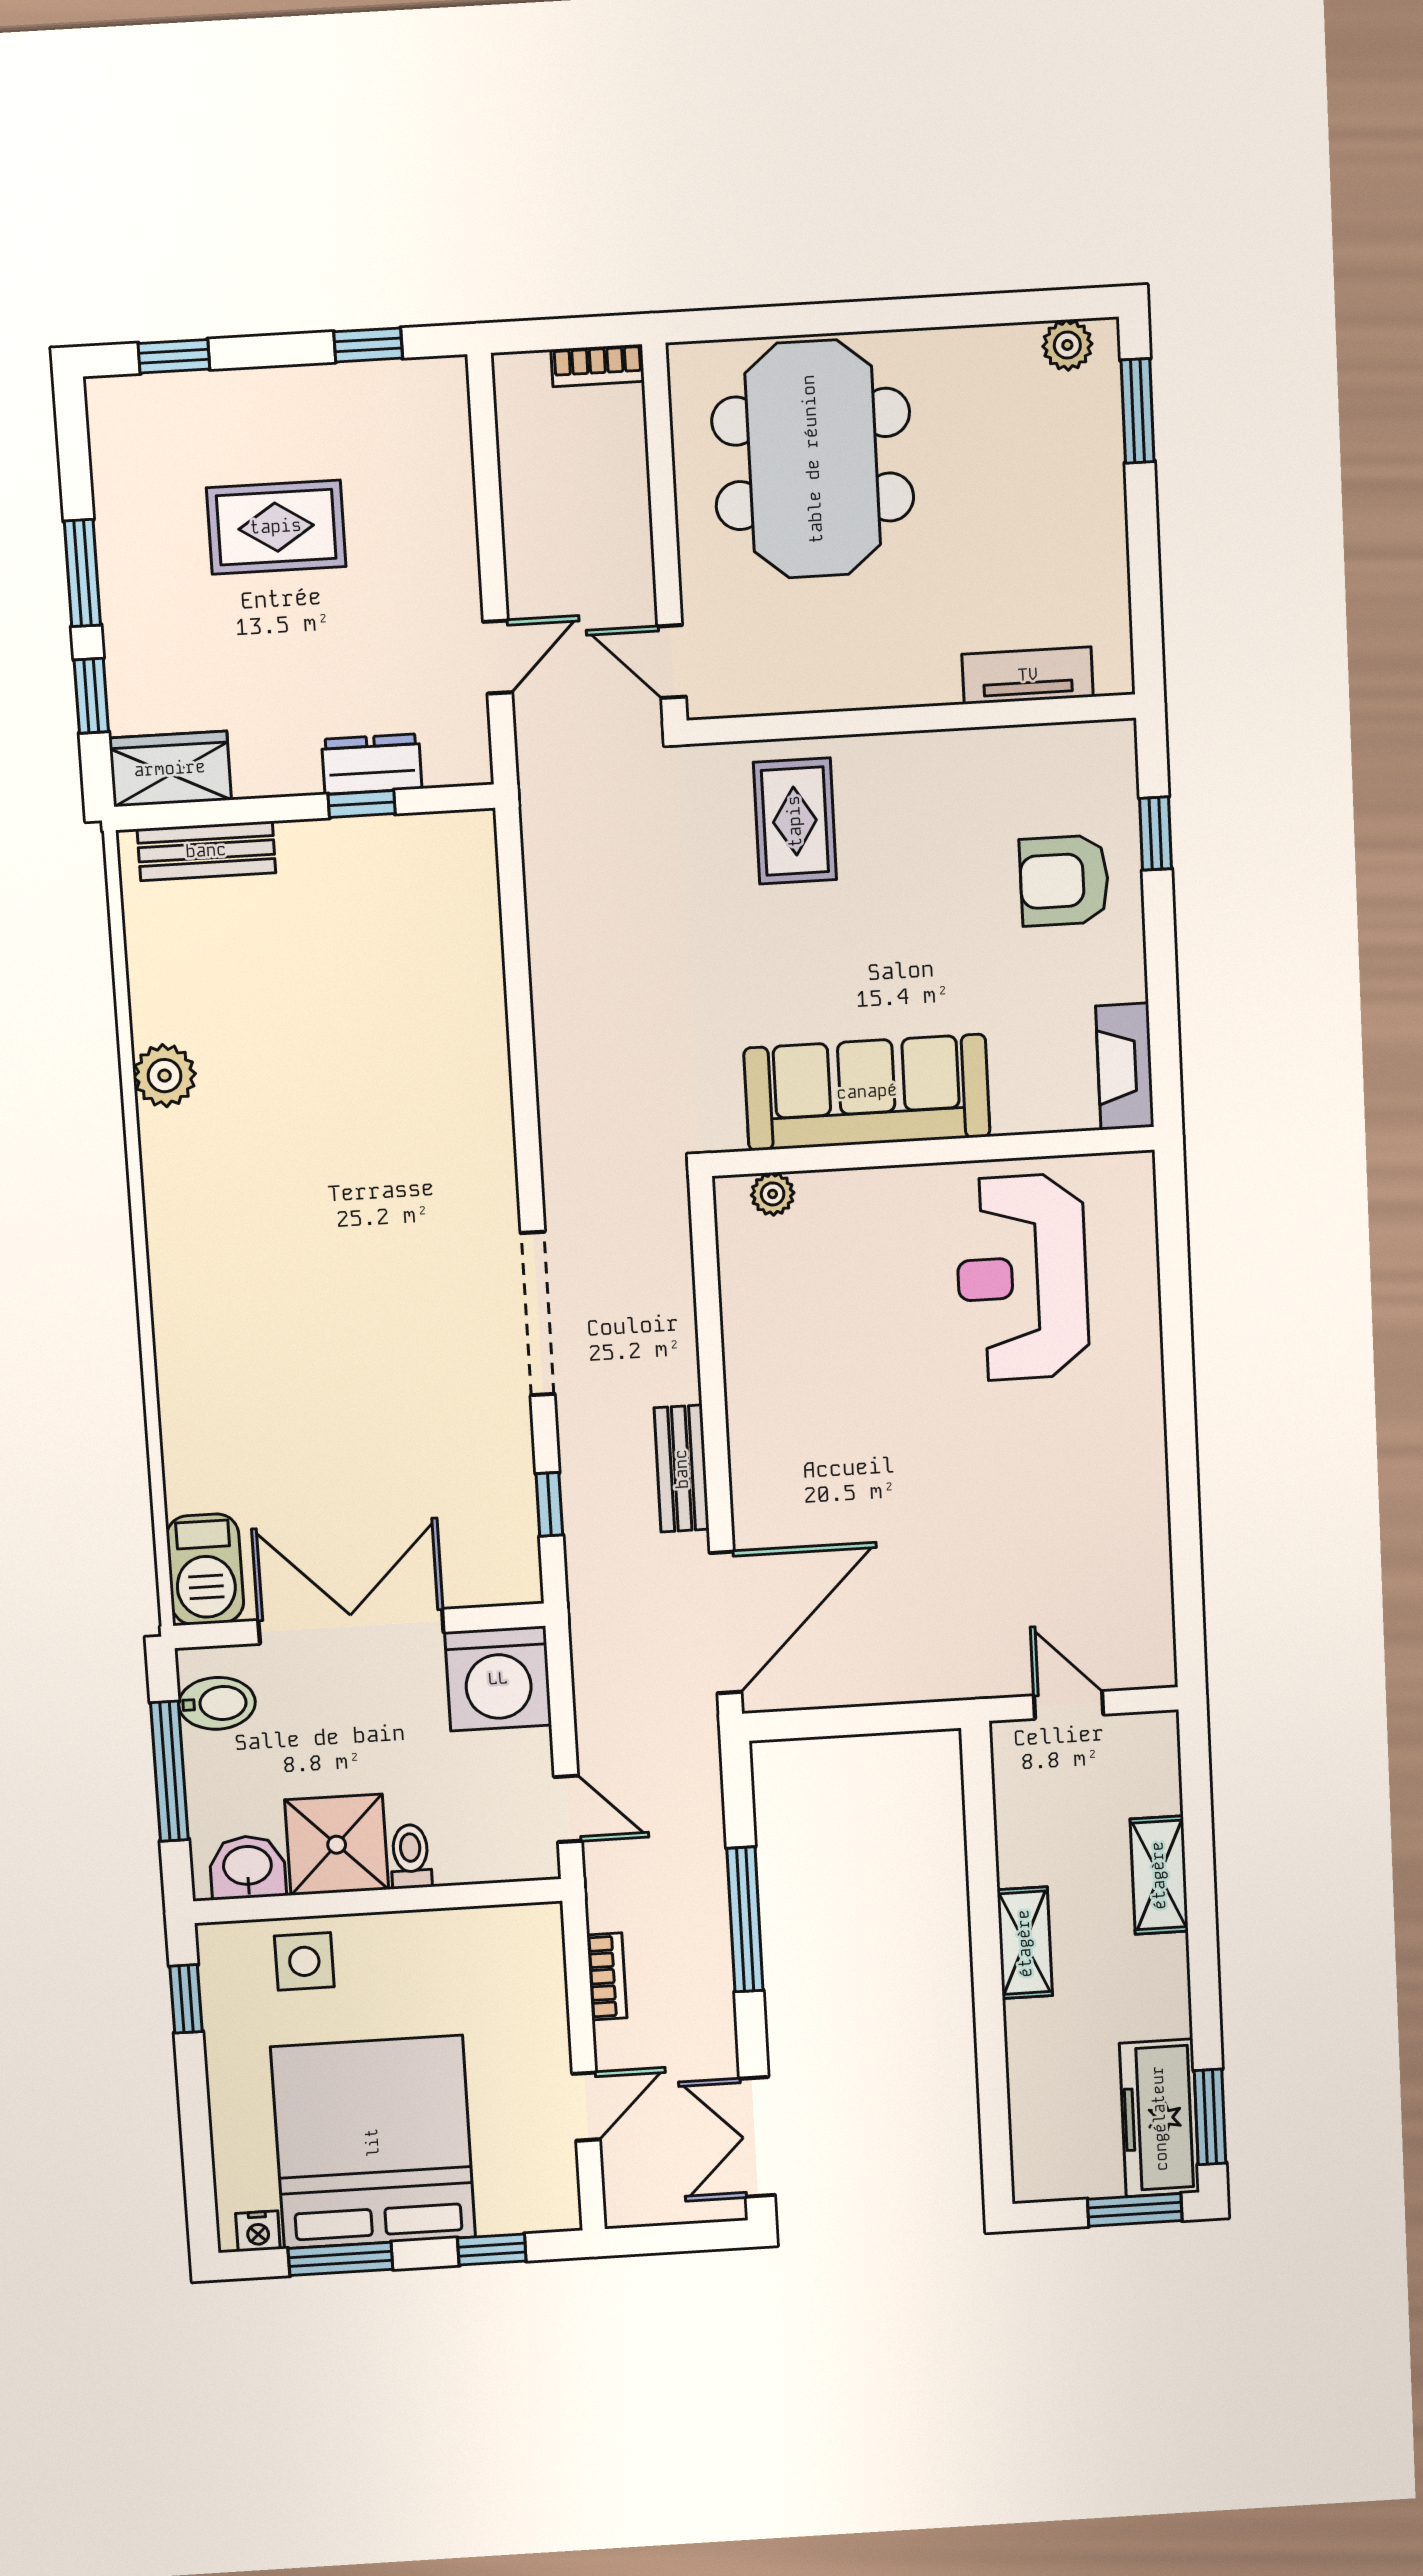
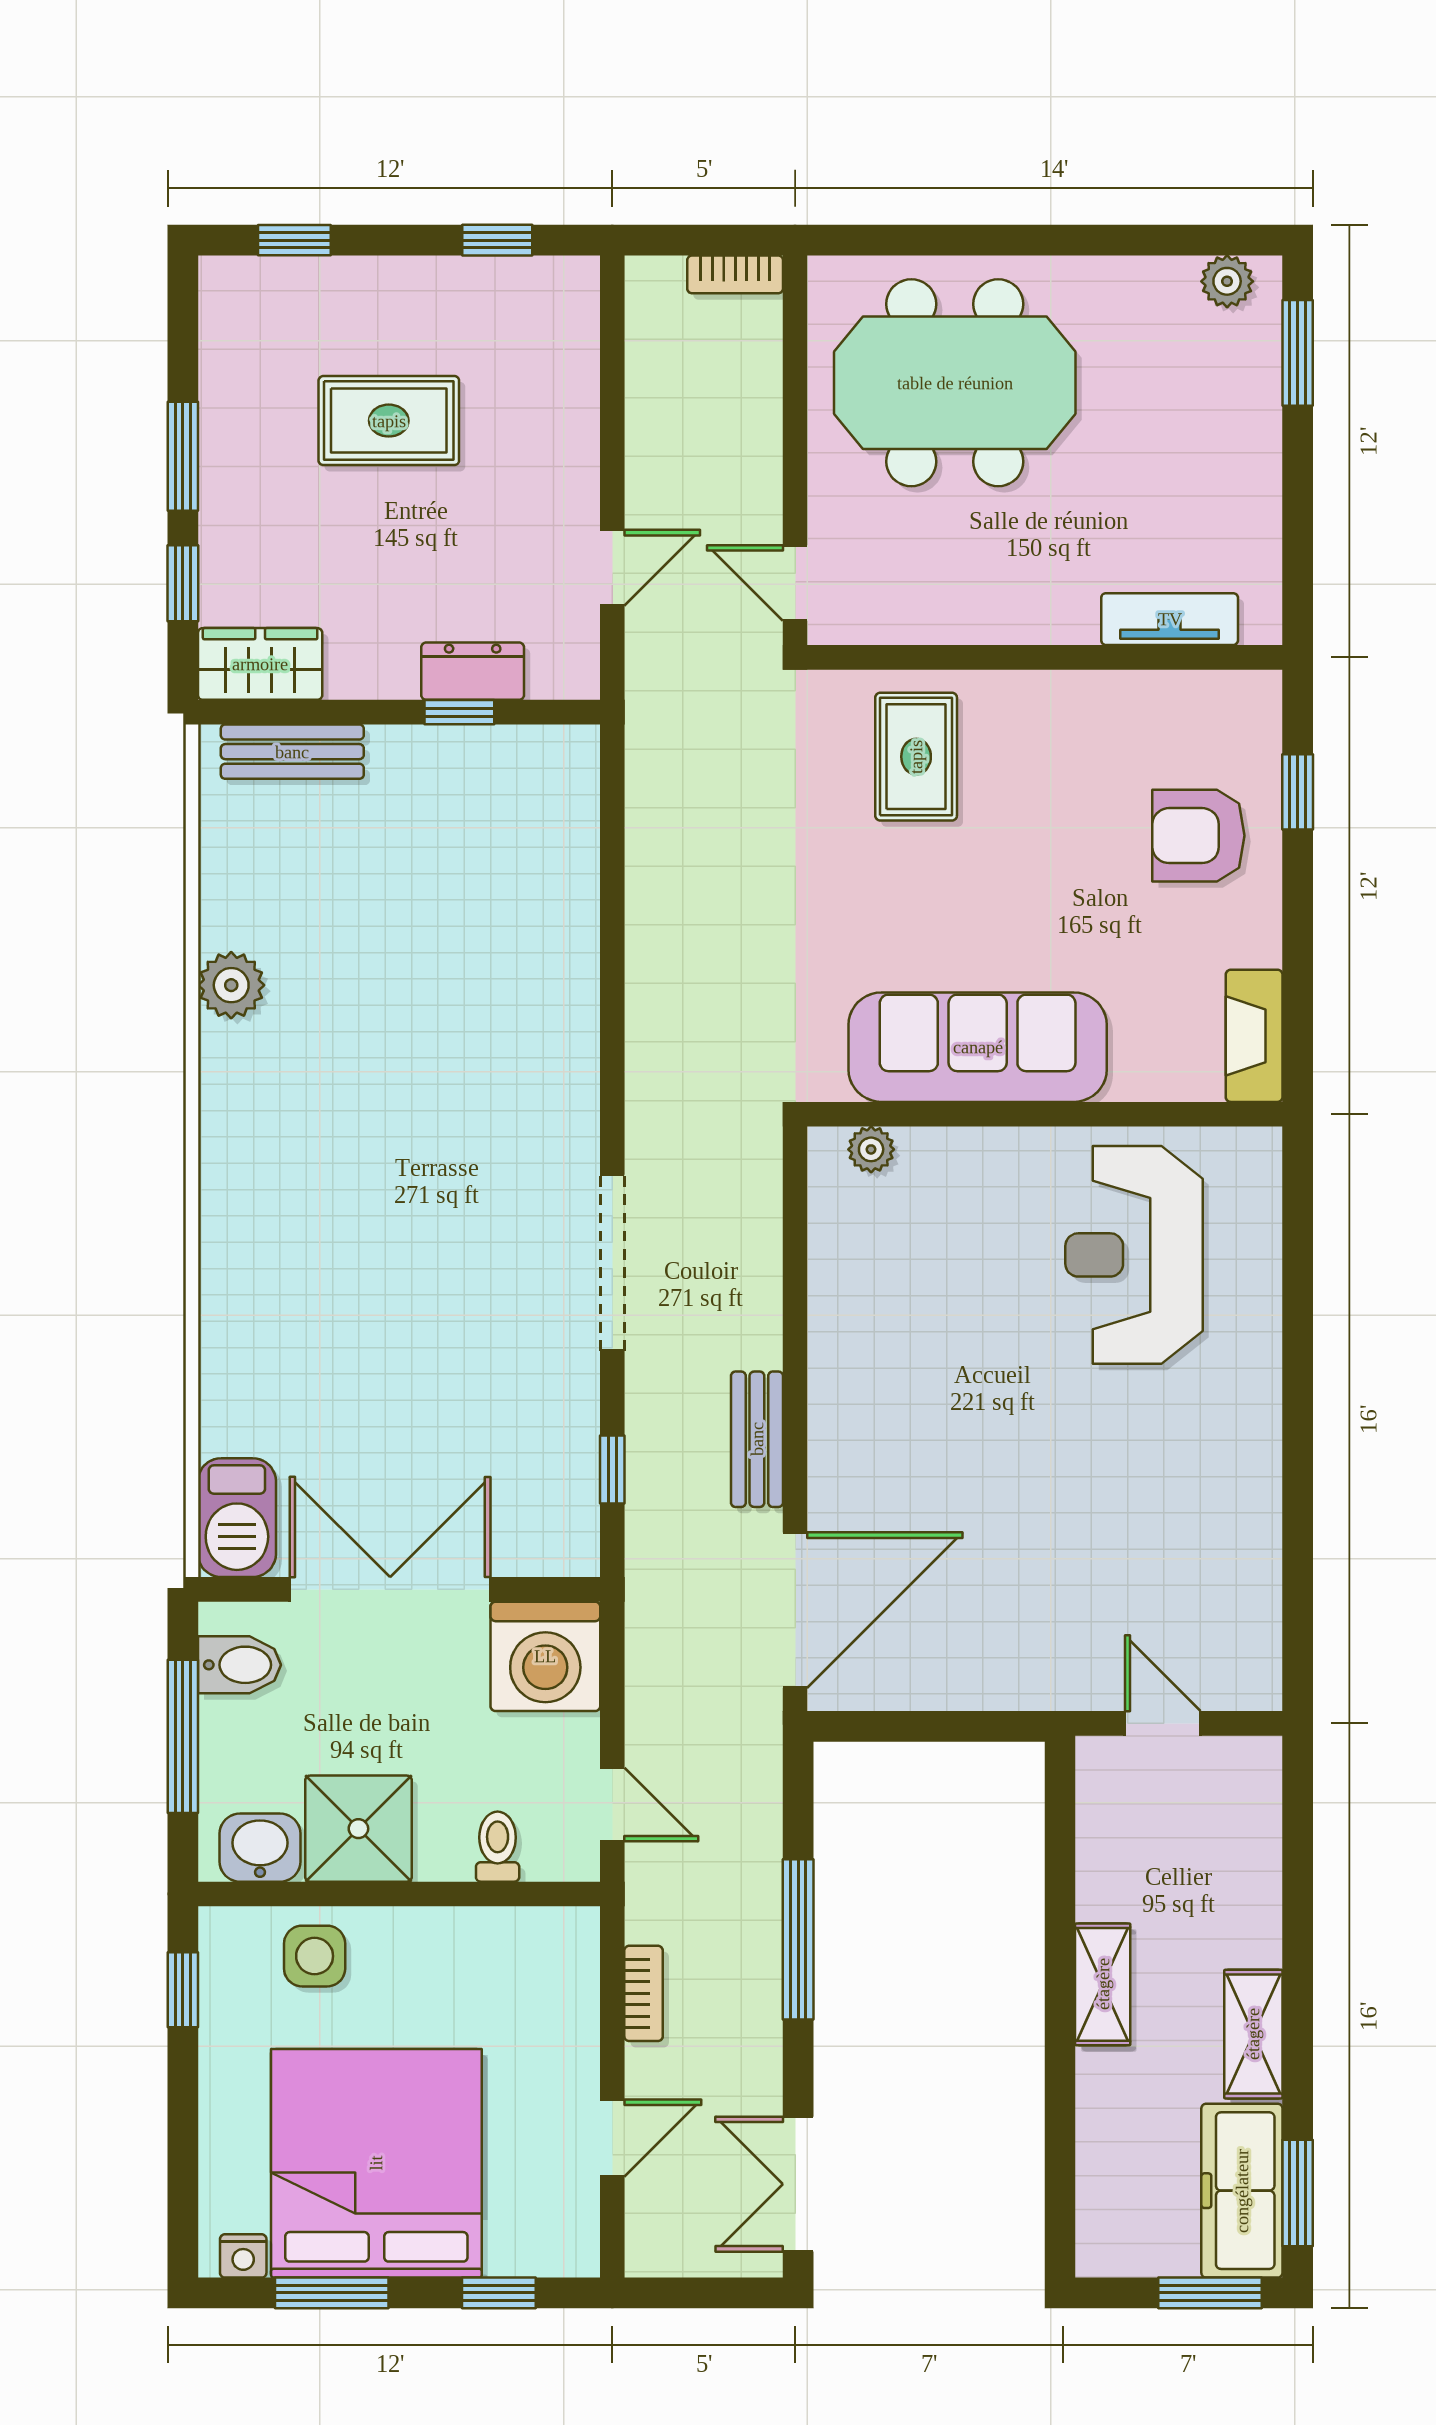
meeting table: (813, 459) -> (955, 383), turned 90
toilet: (411, 1856) -> (498, 1847), moved
shelving: (1159, 1875) -> (1253, 2034), moved

